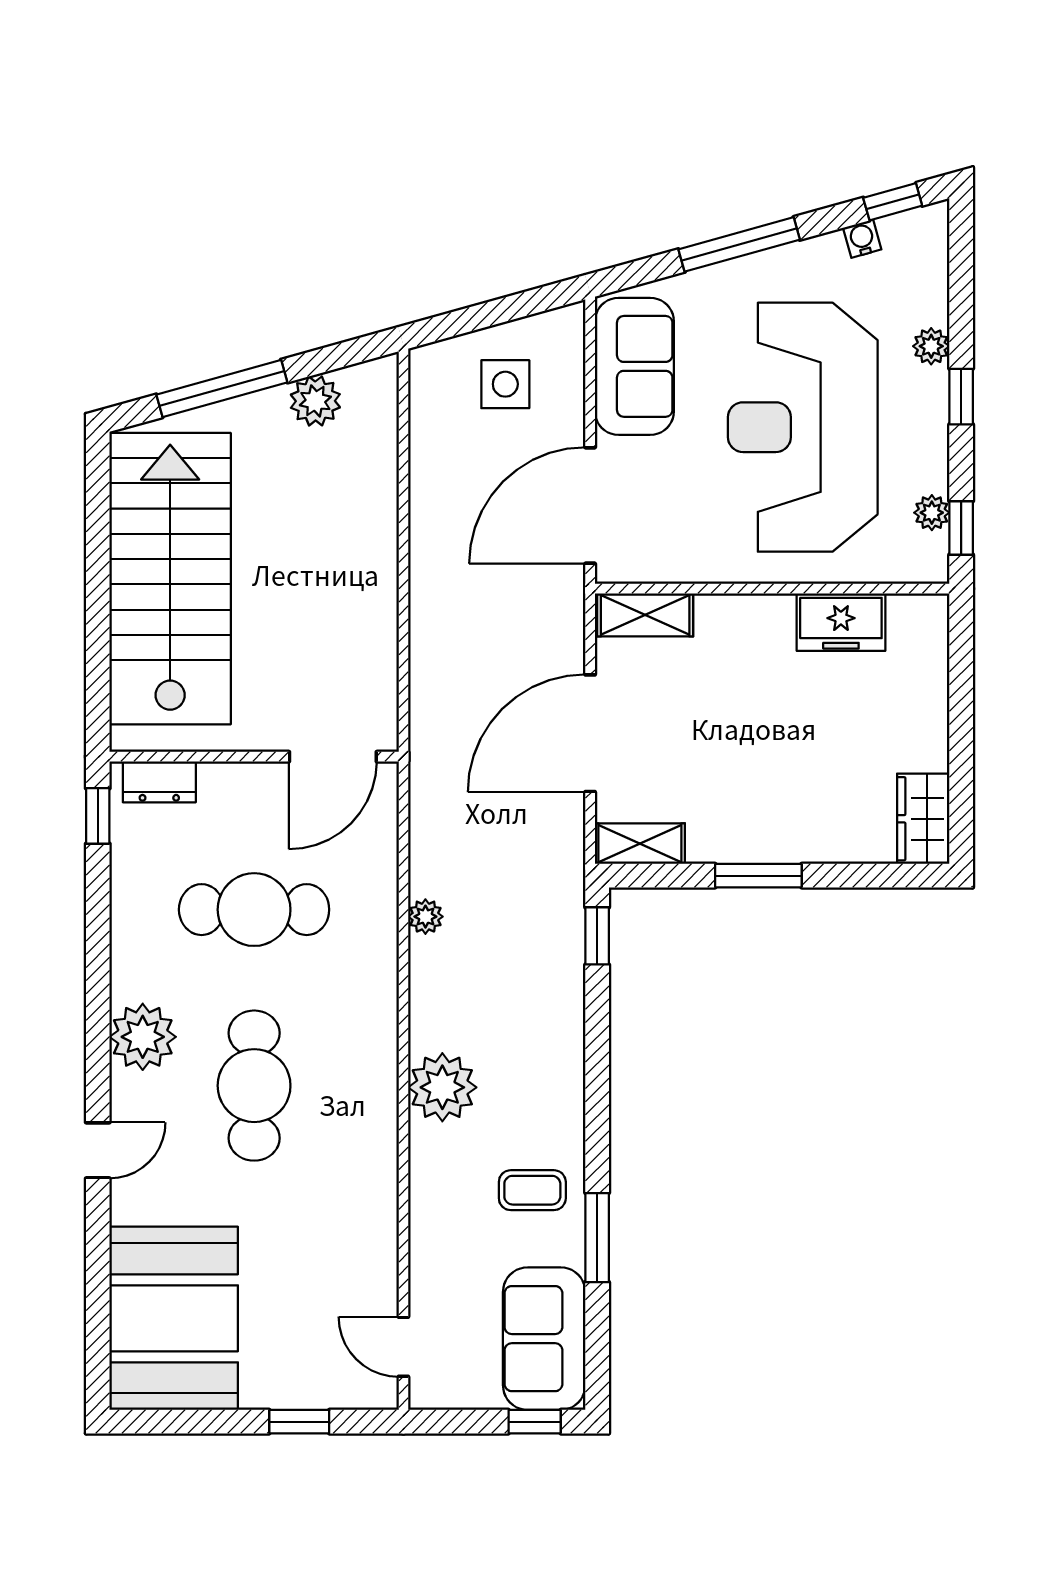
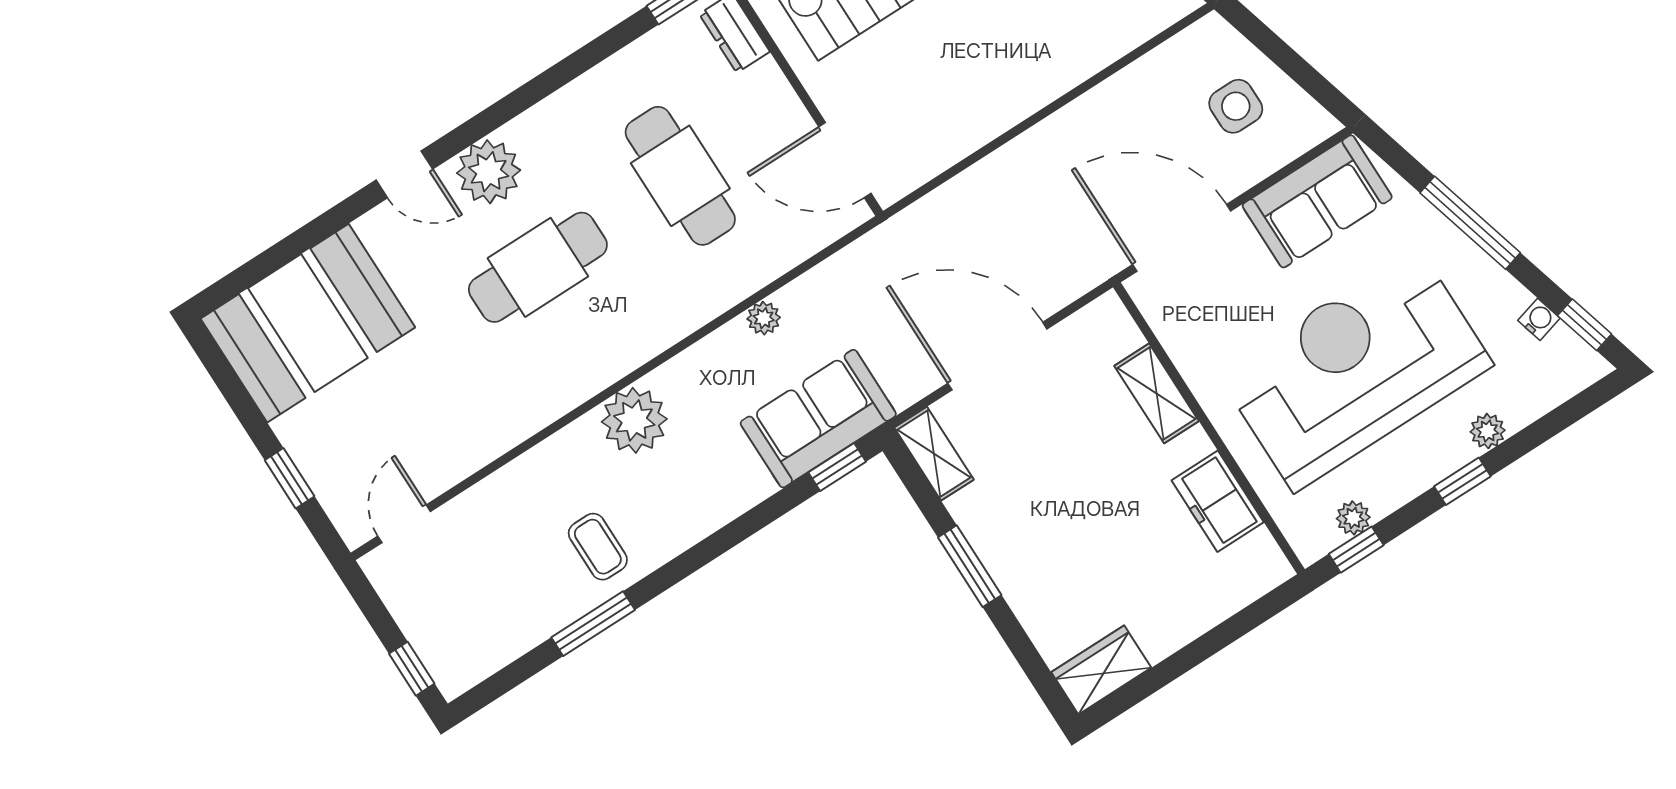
shelving: (645, 615) -> (1157, 393), moved
plant: (143, 1037) -> (489, 172), moved
sofa: (544, 1339) -> (818, 419), moved

